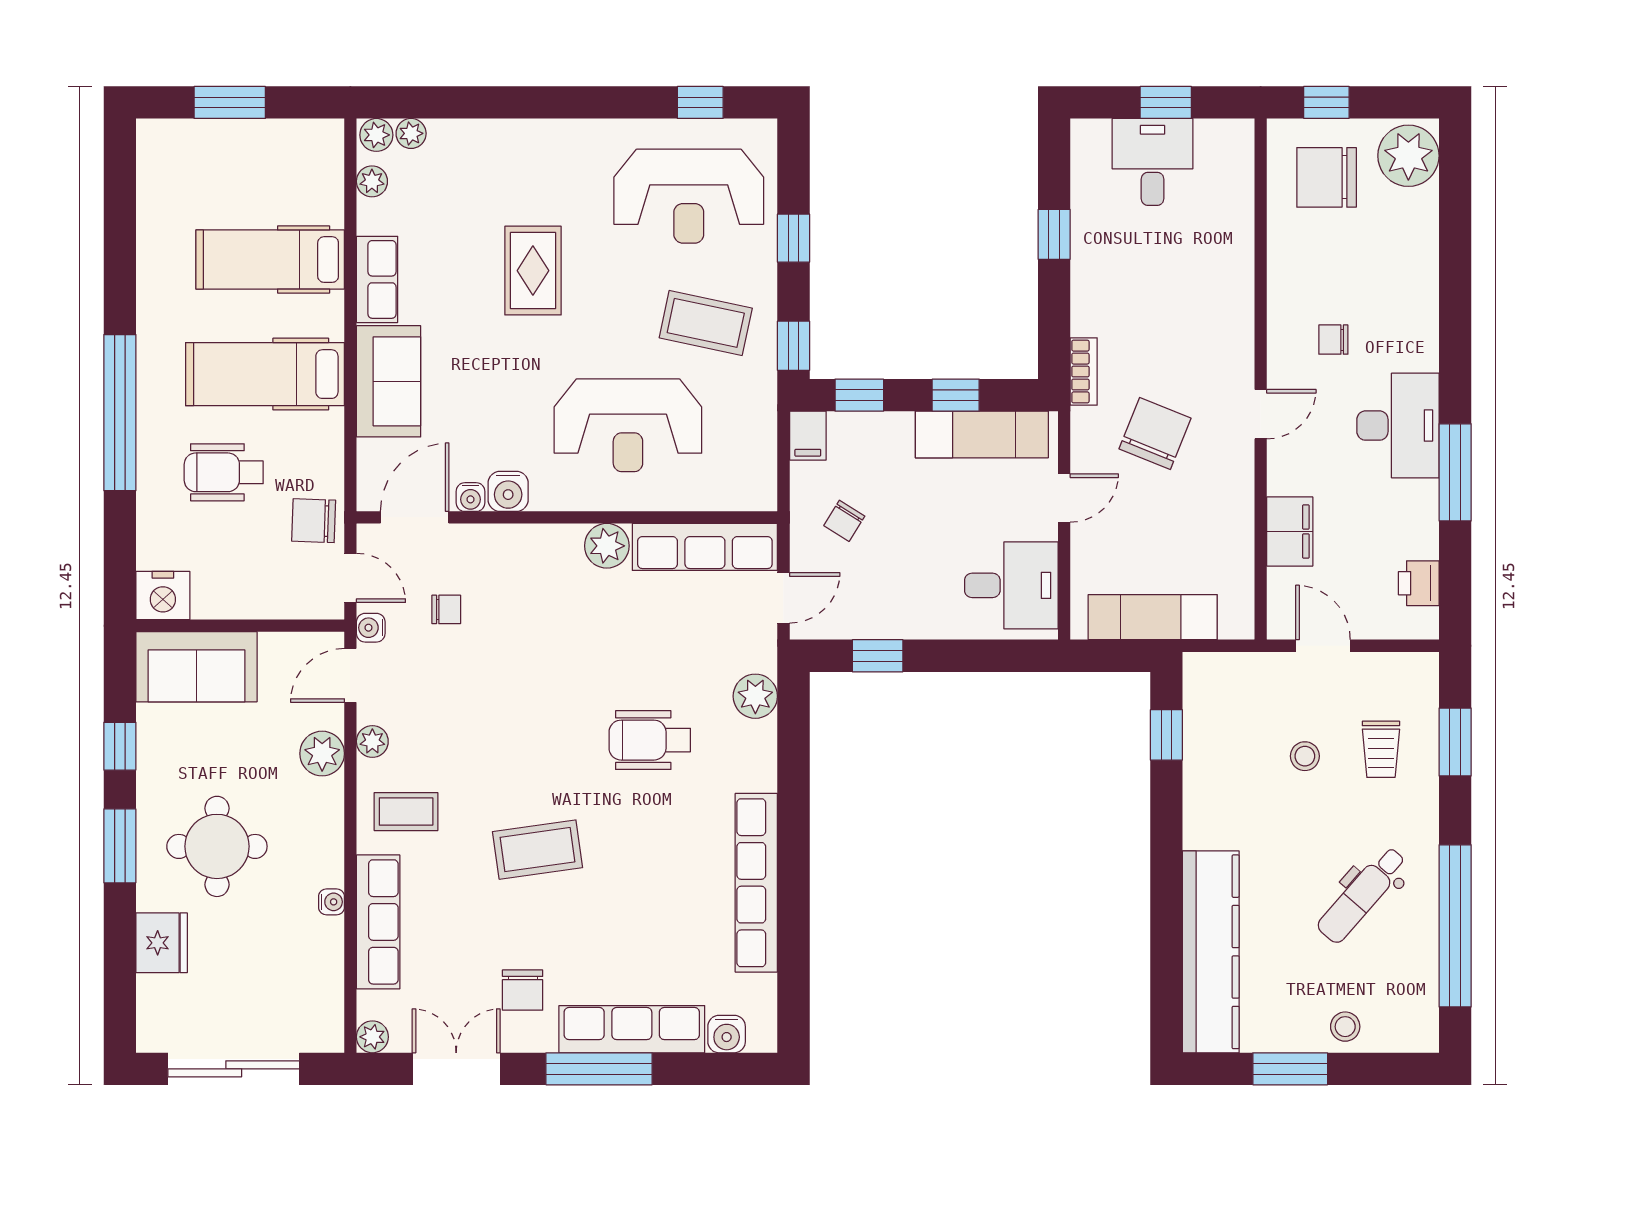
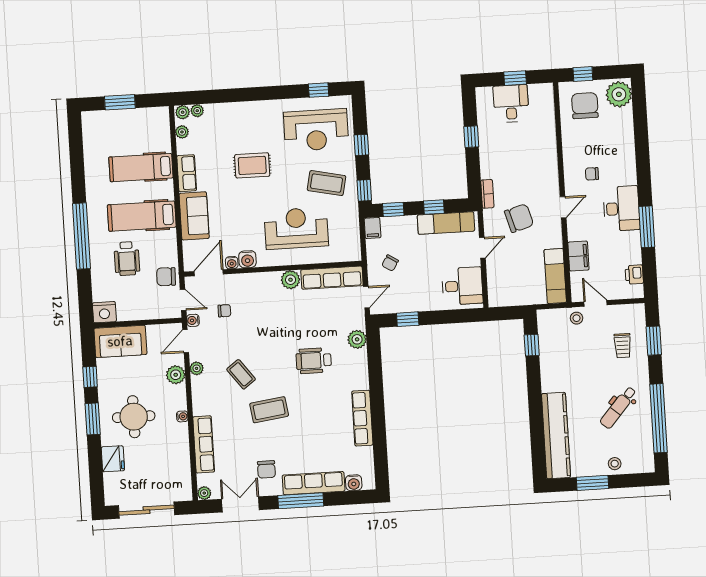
chair: (1327, 177) -> (585, 106), turned 90
rug: (533, 271) -> (252, 165), turned 90
reception desk: (628, 425) -> (296, 228), turned 180
chair: (1155, 434) -> (519, 218), turned 52
wheelchair: (224, 472) -> (127, 259), turned -90
exam couch: (1153, 617) -> (555, 276), moved, turned -90
stool: (1305, 756) -> (577, 318), moved
coffee table: (406, 812) -> (241, 374), moved, turned 53
row of seats: (756, 883) -> (362, 418), width x0.73
water cooler: (332, 902) -> (182, 416), moved

